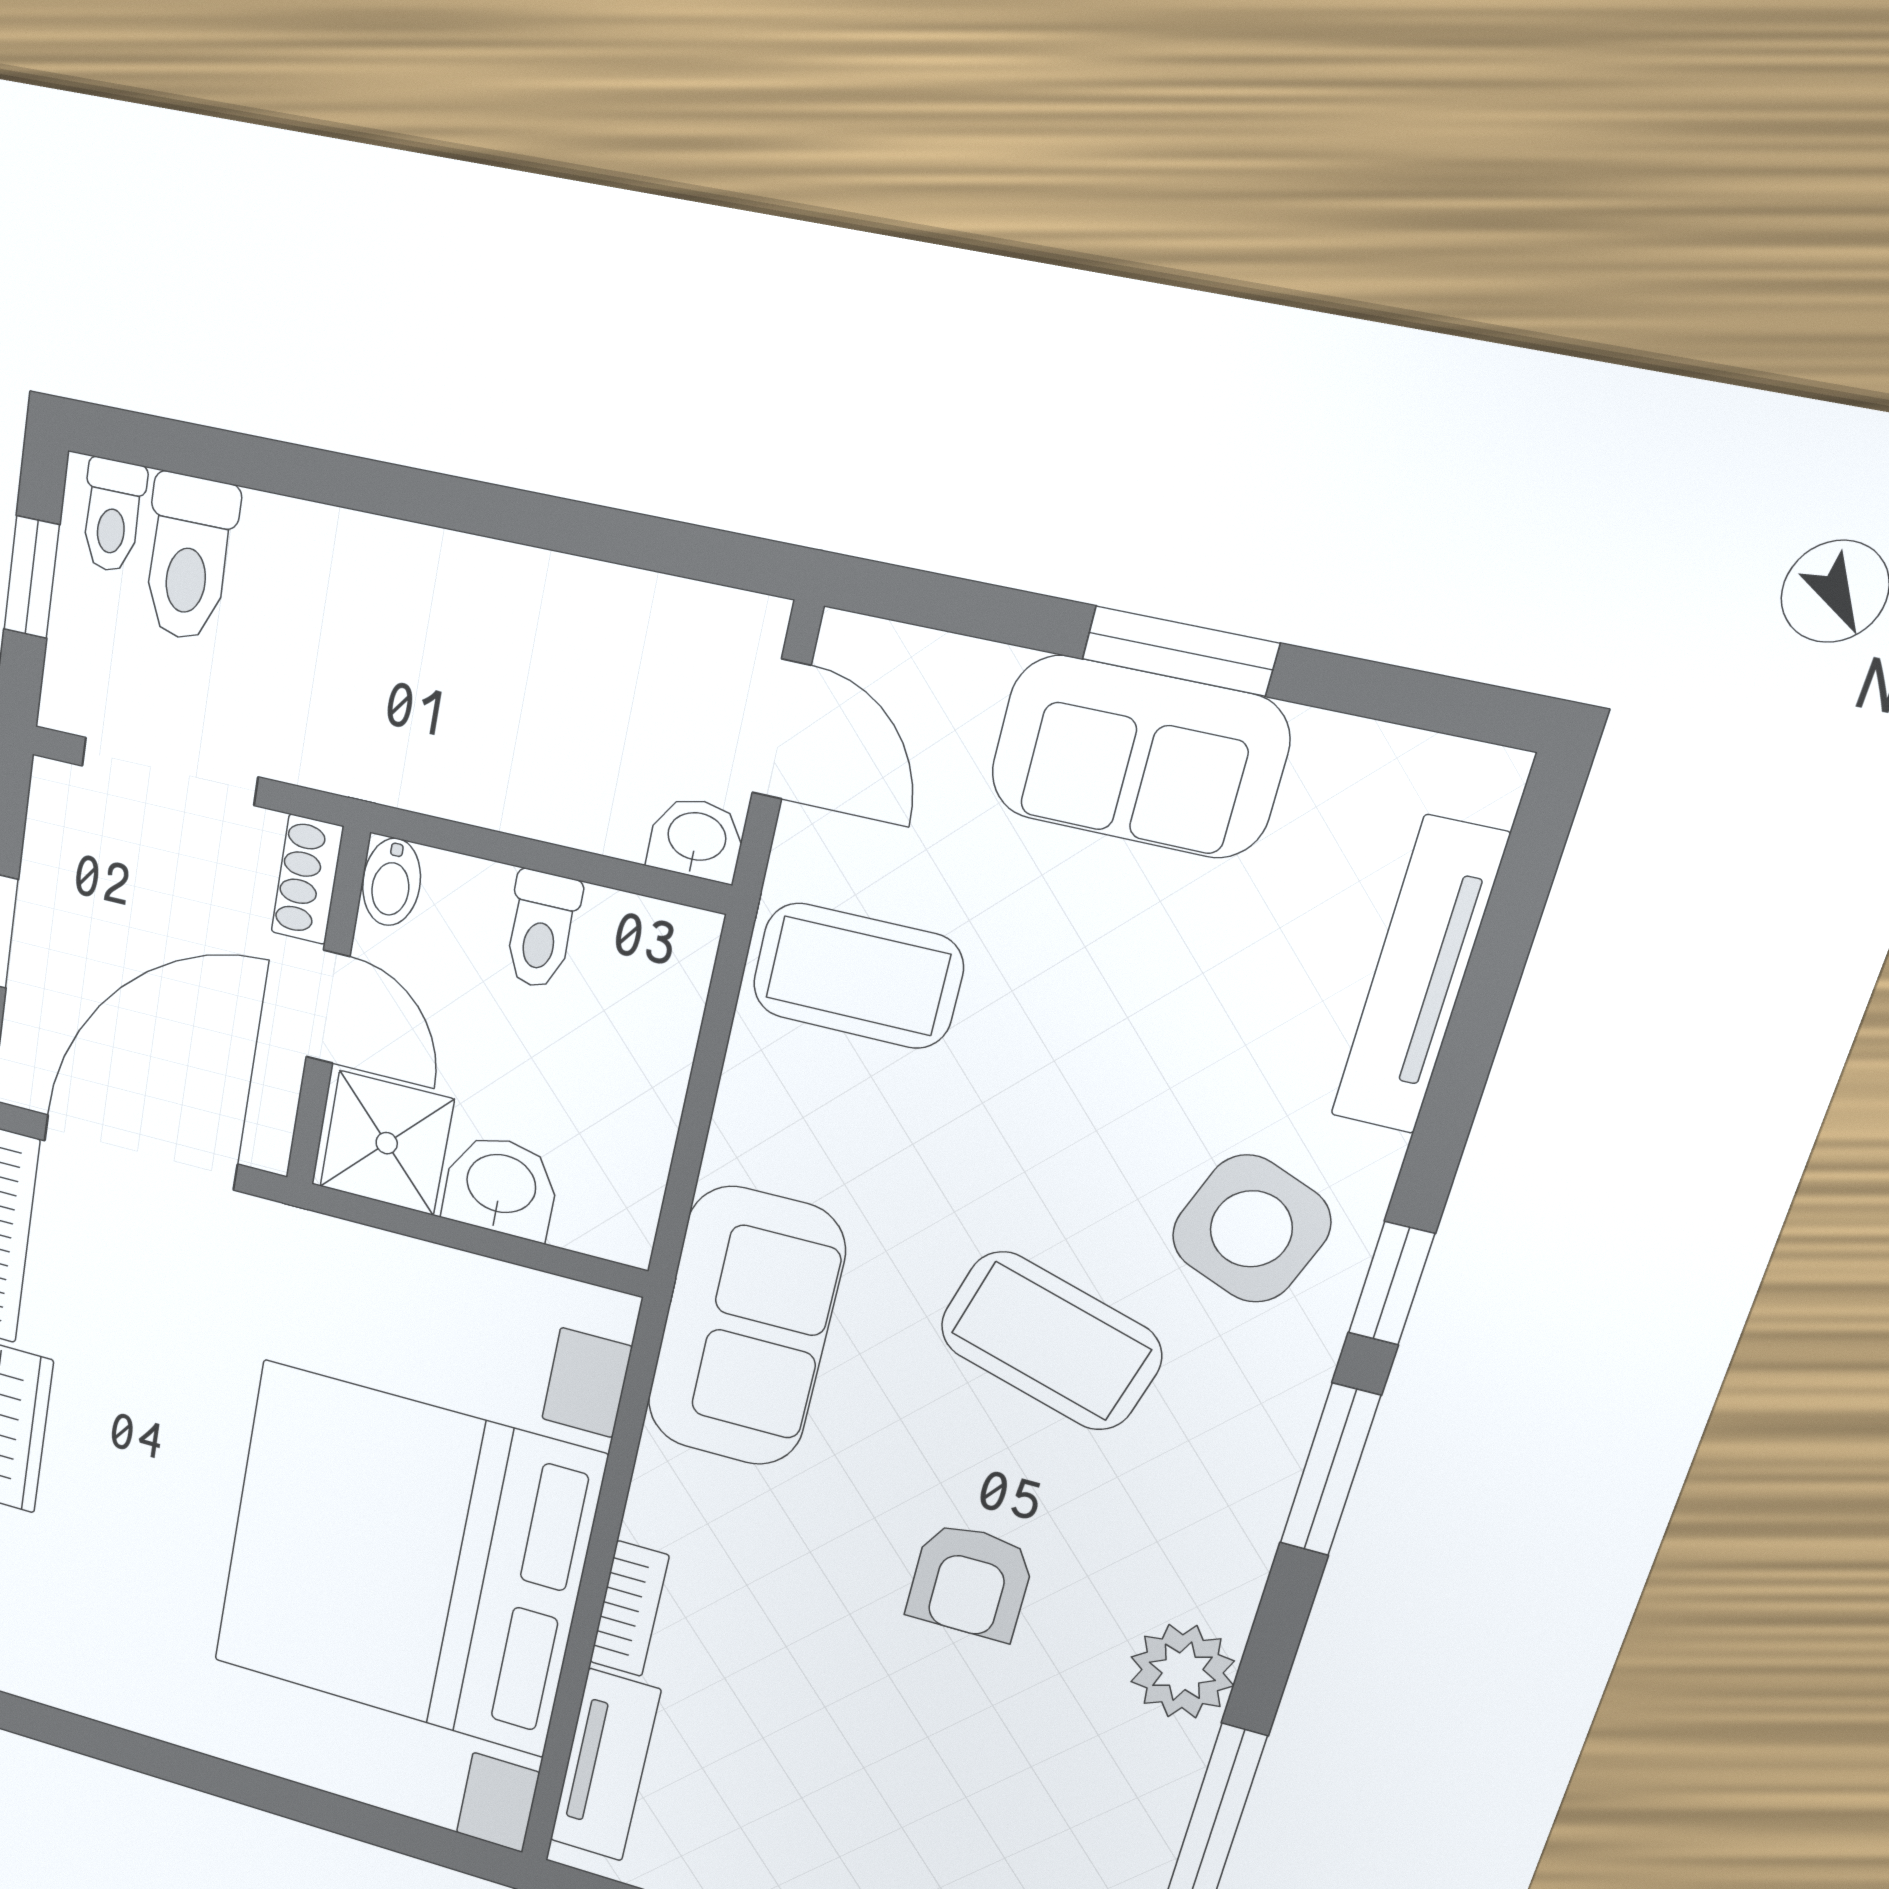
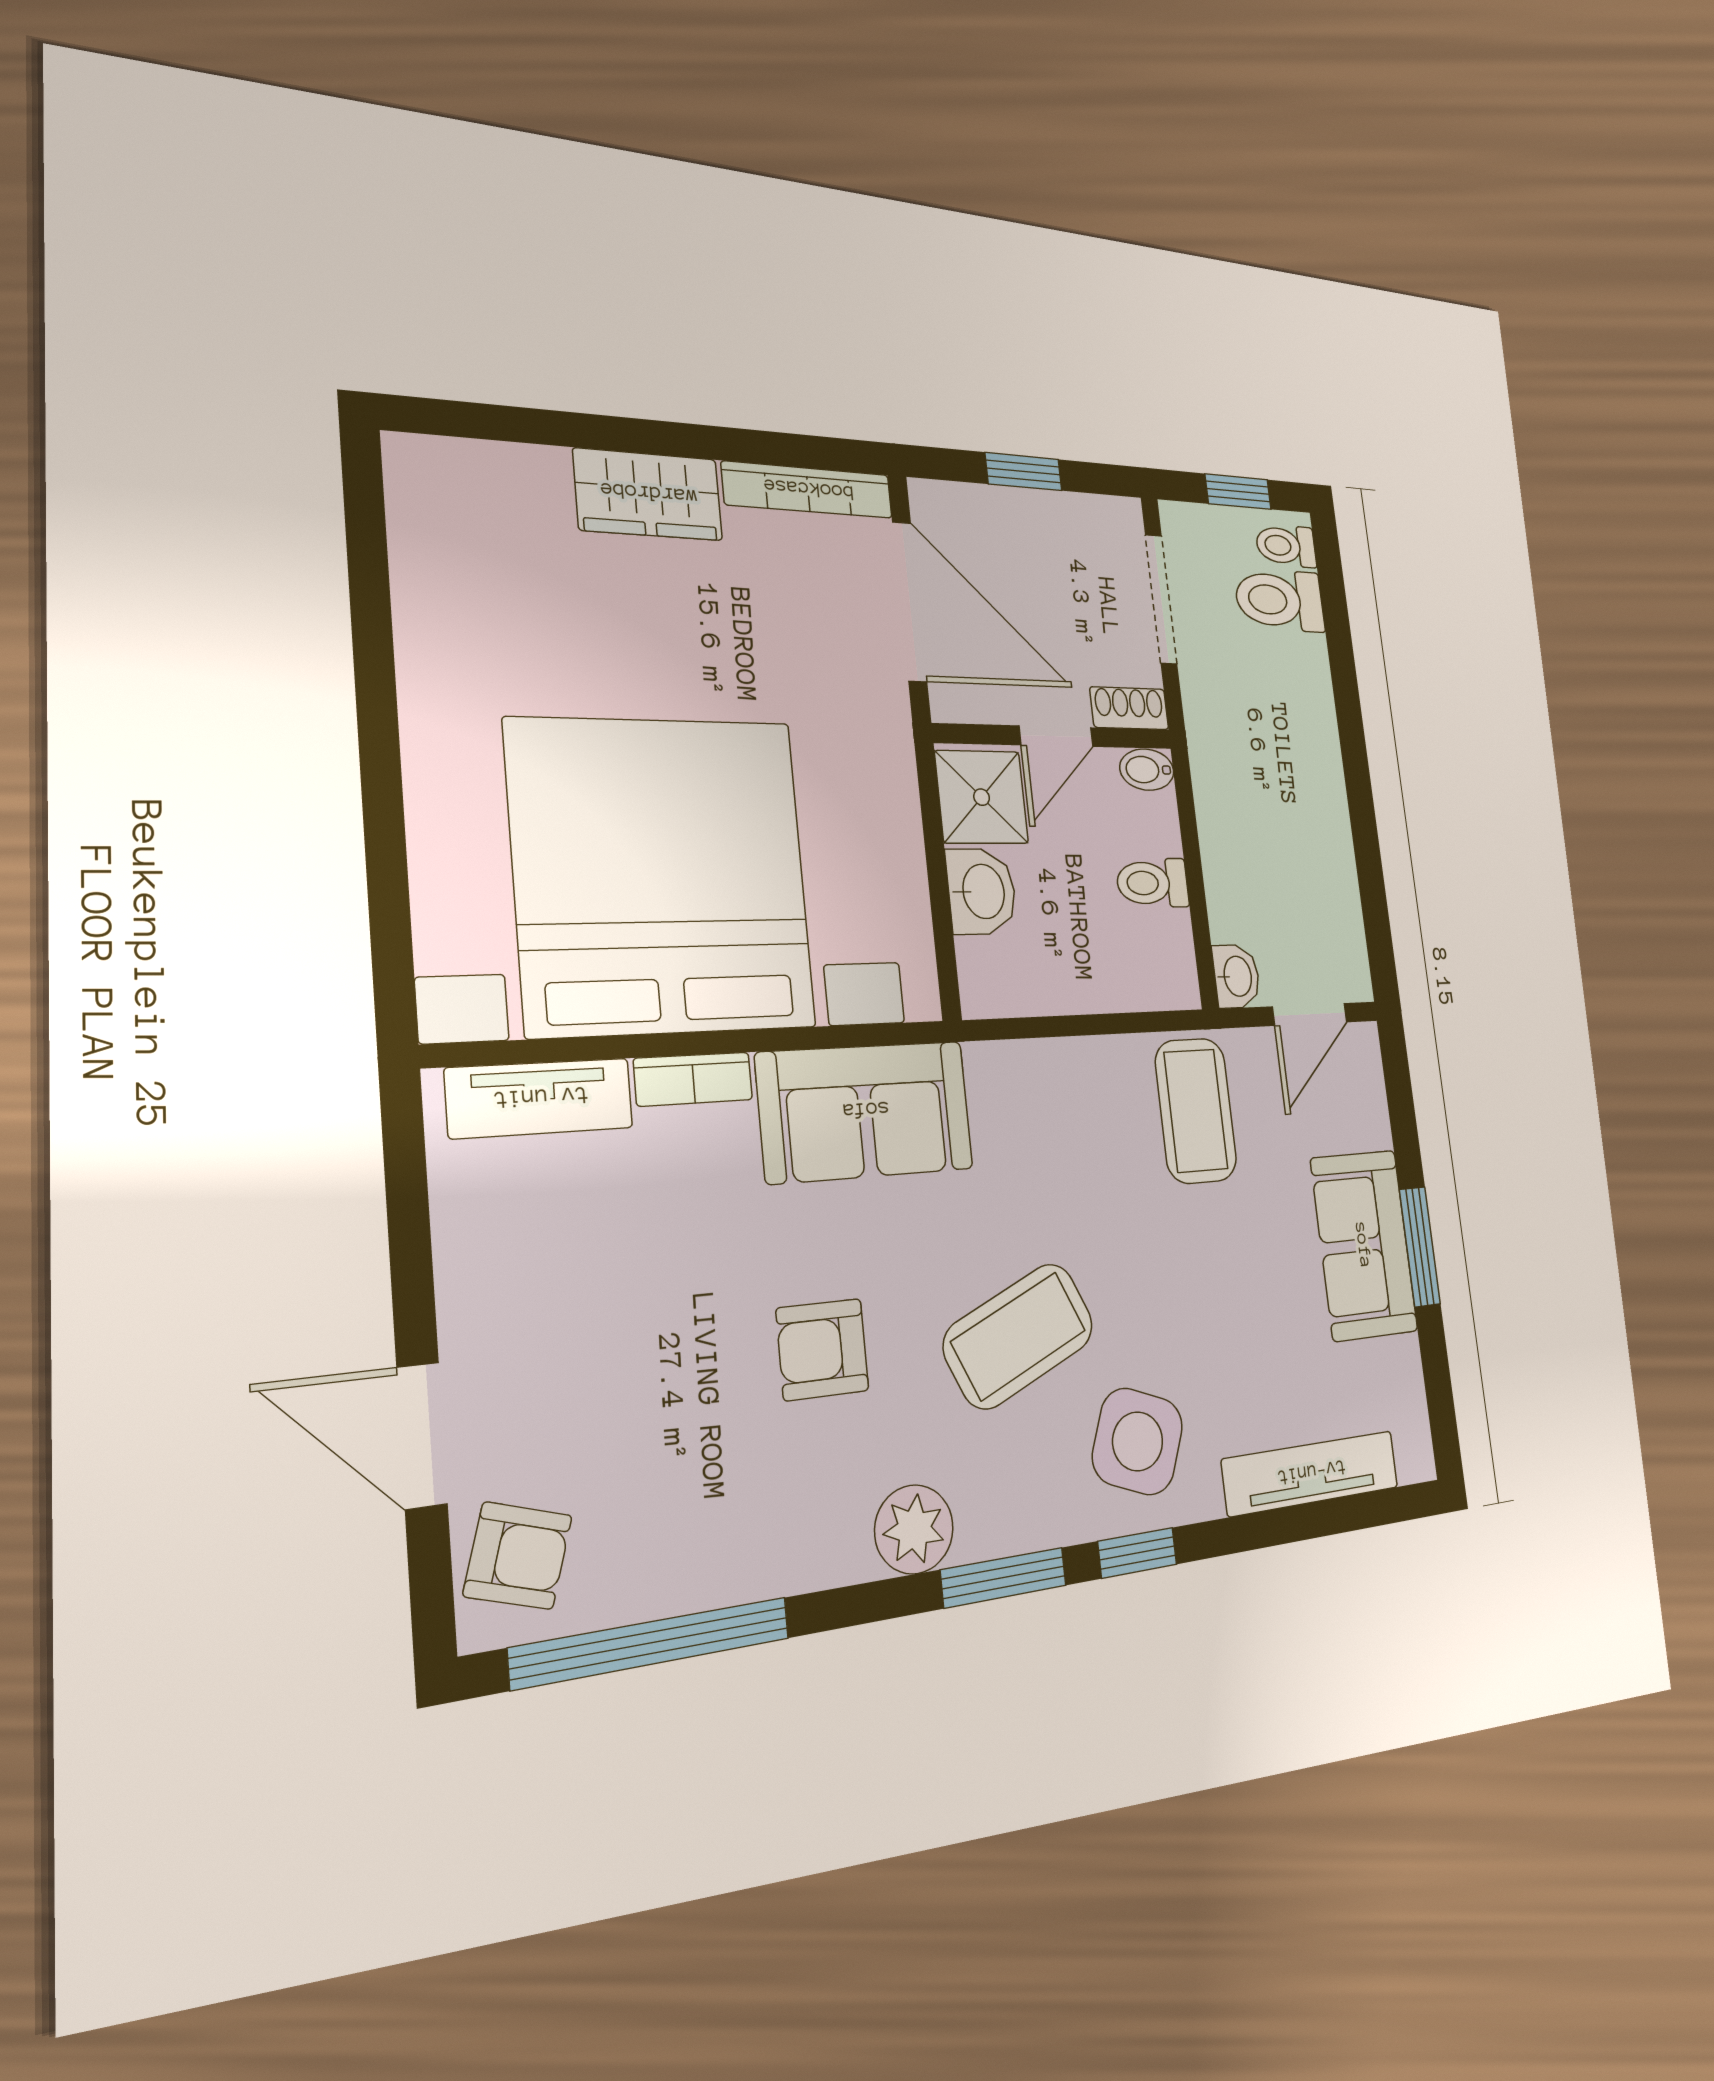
sofa: (745, 1327) -> (865, 1111), moved
coffee table: (1051, 1341) -> (1019, 1336), turned 50
plant: (1182, 1671) -> (914, 1529), moved

